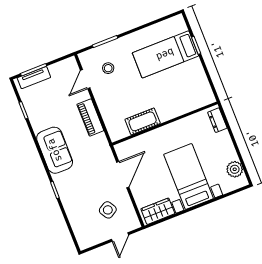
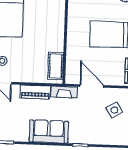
cot: (143, 121) -> (56, 66), moved
fireplace: (104, 148) -> (64, 92), added

